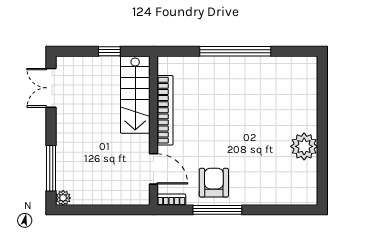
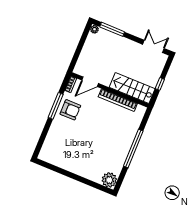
plant: (304, 146) -> (109, 180), moved

